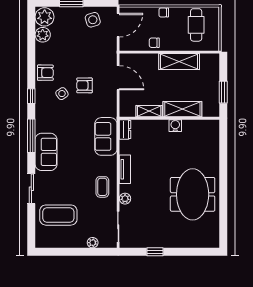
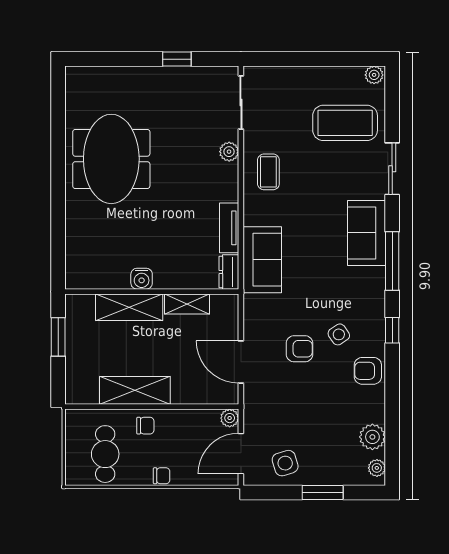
plant: (45, 17) -> (377, 468), width x0.53, depth x0.53
chair: (154, 43) -> (145, 426), moved
plant: (125, 46) -> (230, 418), added
tv unit: (125, 169) -> (229, 228), moved
plant: (93, 243) -> (374, 75), moved

